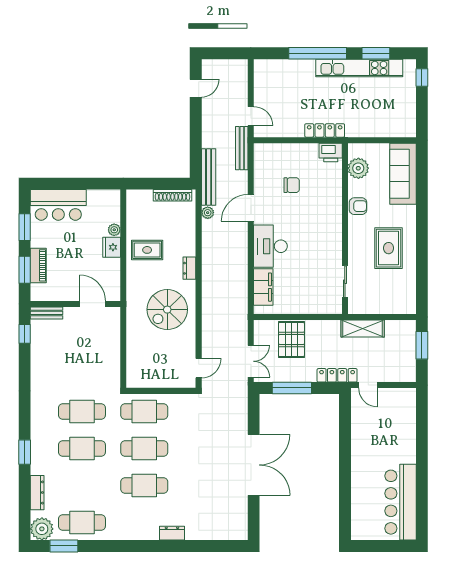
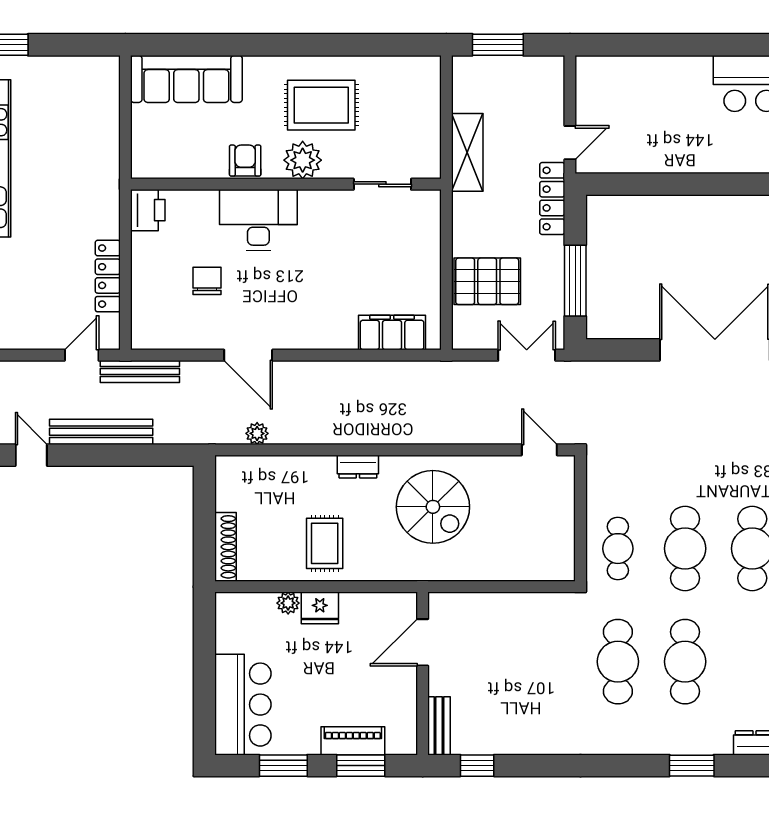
locker: (325, 130) -> (108, 276), moved
plant: (358, 168) -> (303, 160), moved
bench: (209, 177) -> (101, 432), moved
shoe rack: (172, 195) -> (226, 547), moved
desk: (270, 246) -> (258, 220), moved, turned 180
cafe table: (144, 411) -> (618, 549), width x0.73, depth x0.74

